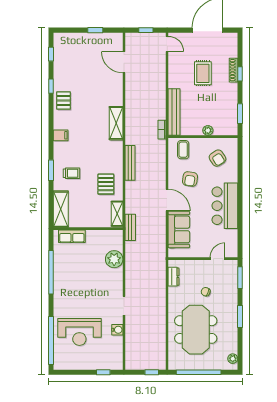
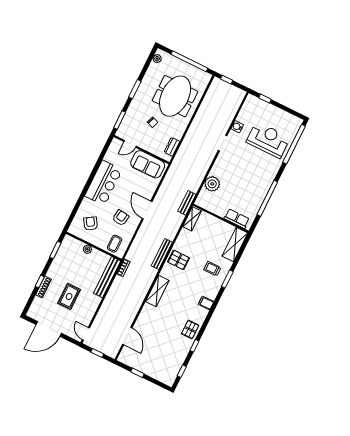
pallet: (106, 184) -> (178, 260), moved, turned 90
sofa: (179, 229) -> (148, 164), moved, turned -90

